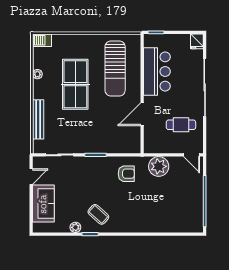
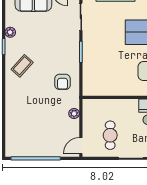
door: (142, 114) -> (121, 97), removed
plant: (159, 166) -> (74, 114), width x0.53, depth x0.53
coffee table: (98, 214) -> (22, 66), moved

